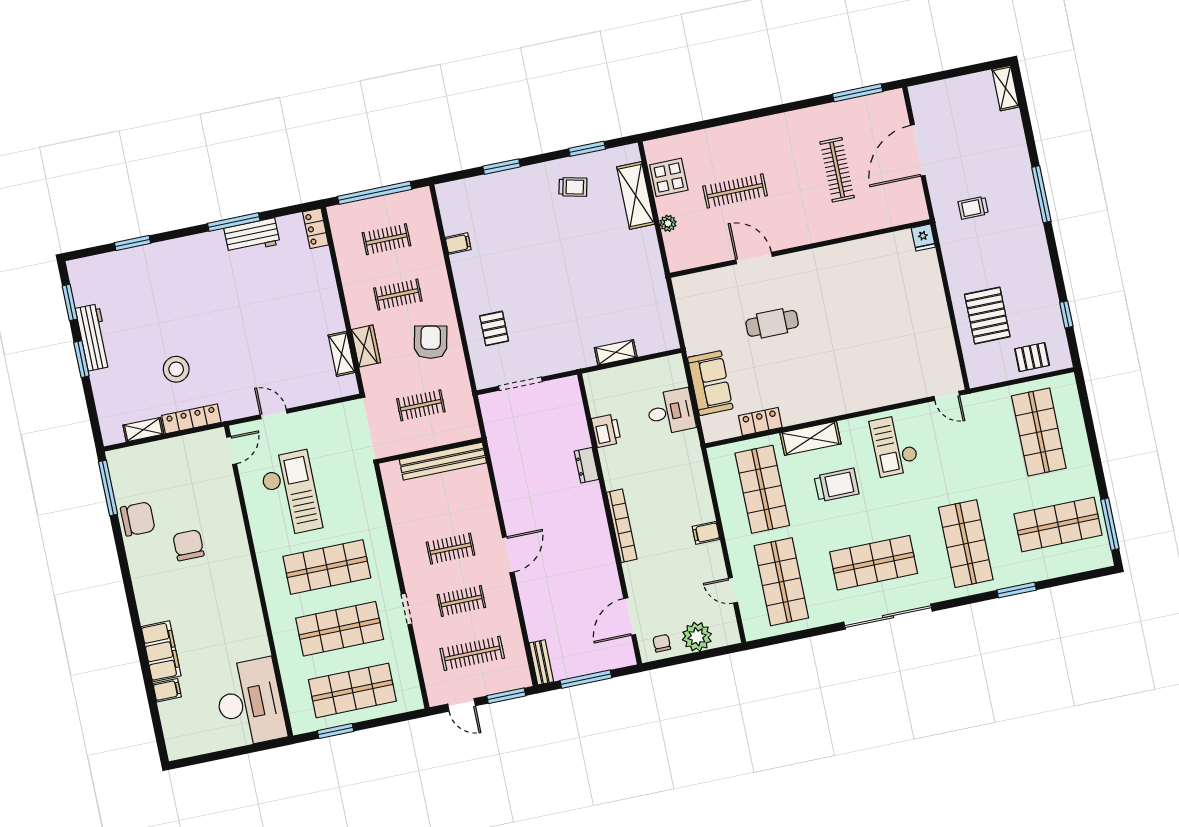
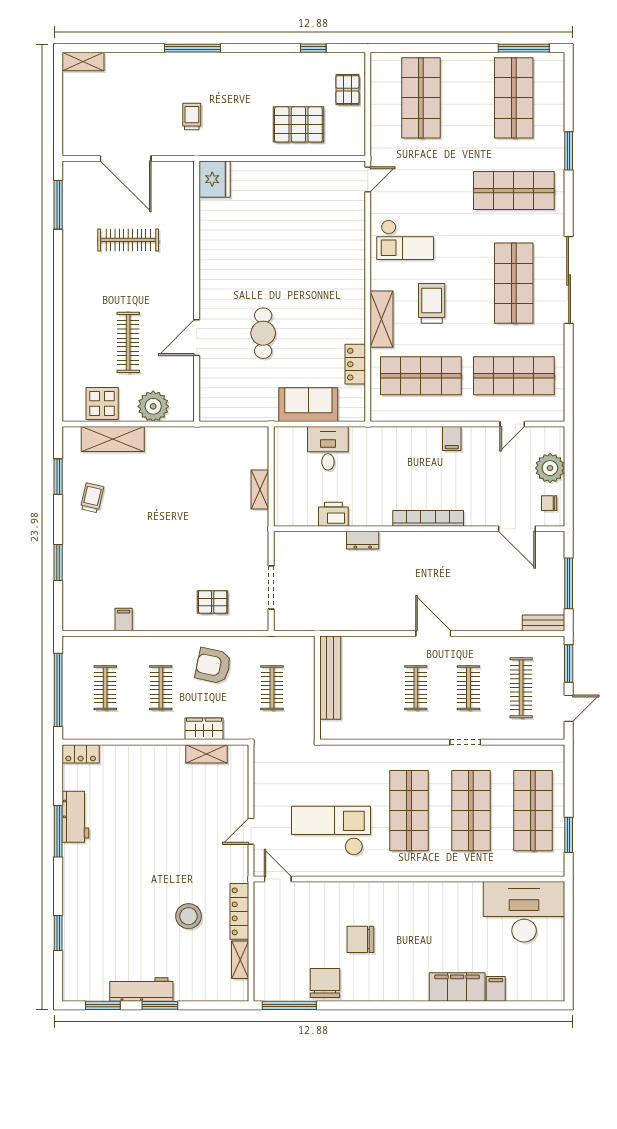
trolley: (973, 208) -> (192, 117), turned 180
plant: (668, 223) -> (153, 406), width x1.87, depth x1.87
fridge: (923, 238) -> (215, 179), width x1.88, depth x1.34
shop shelf: (1039, 432) -> (421, 98), turned 90

